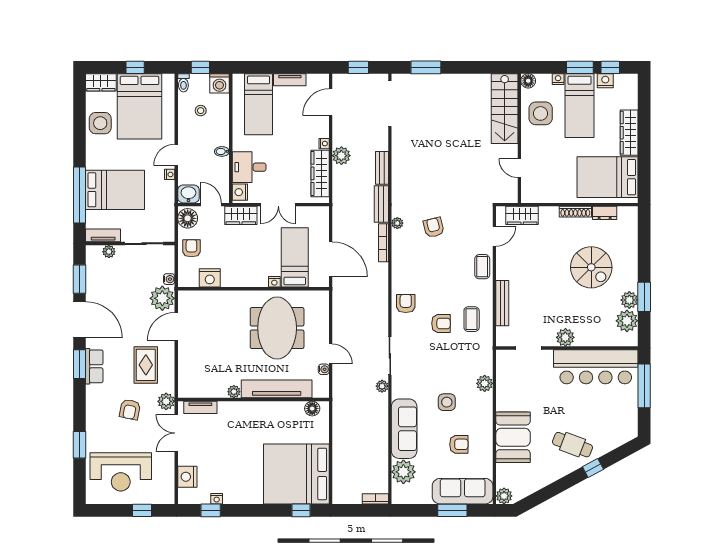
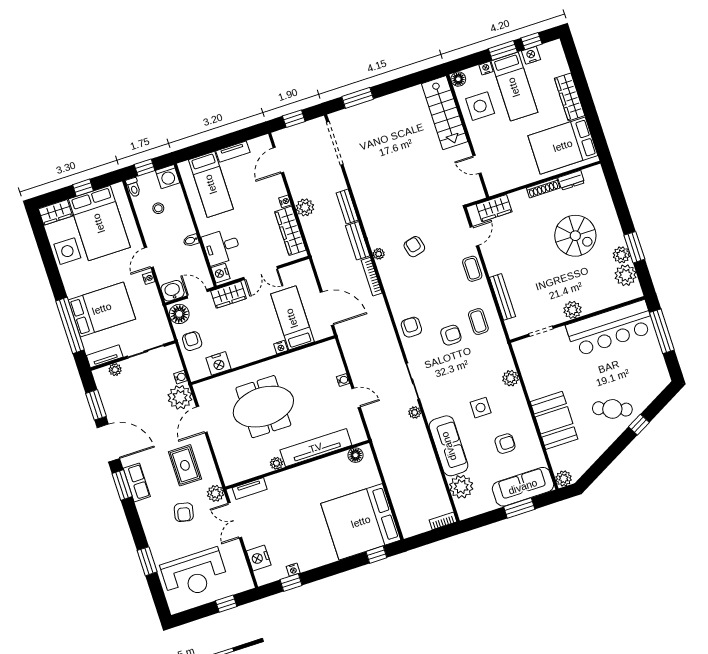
meeting table: (277, 328) -> (263, 407), moved, turned 90
water cooler: (324, 369) -> (343, 380), moved

